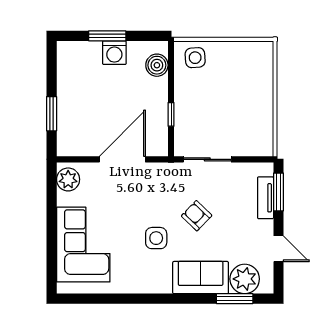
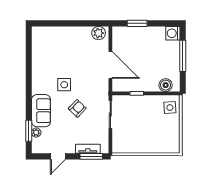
window: (107, 36) -> (183, 56), width x1.44
washing machine: (114, 53) -> (173, 33), moved
corner sofa: (83, 245) -> (60, 42), removed
plant: (245, 279) -> (36, 133), width x0.53, depth x0.53

